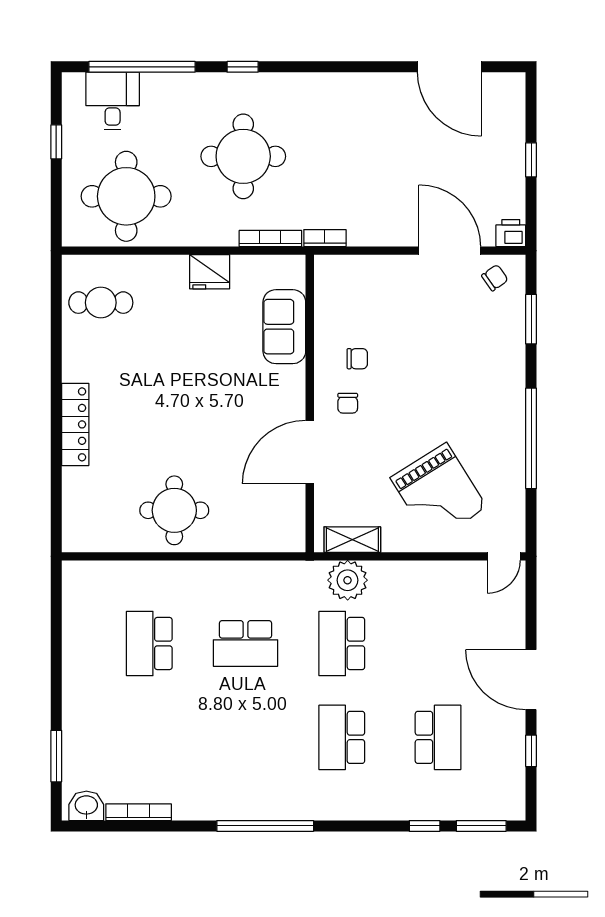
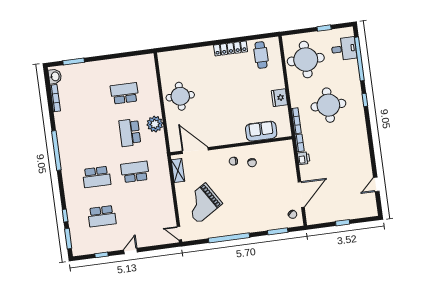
door: (449, 67) -> (376, 184), width x0.53
printer: (511, 233) -> (304, 158), moved
locker: (75, 424) -> (231, 48), moved
door: (310, 452) -> (195, 150), moved
plant: (348, 580) -> (155, 124), moved
door: (531, 680) -> (131, 251), width x0.53
school desk: (342, 737) -> (97, 177), turned 180

